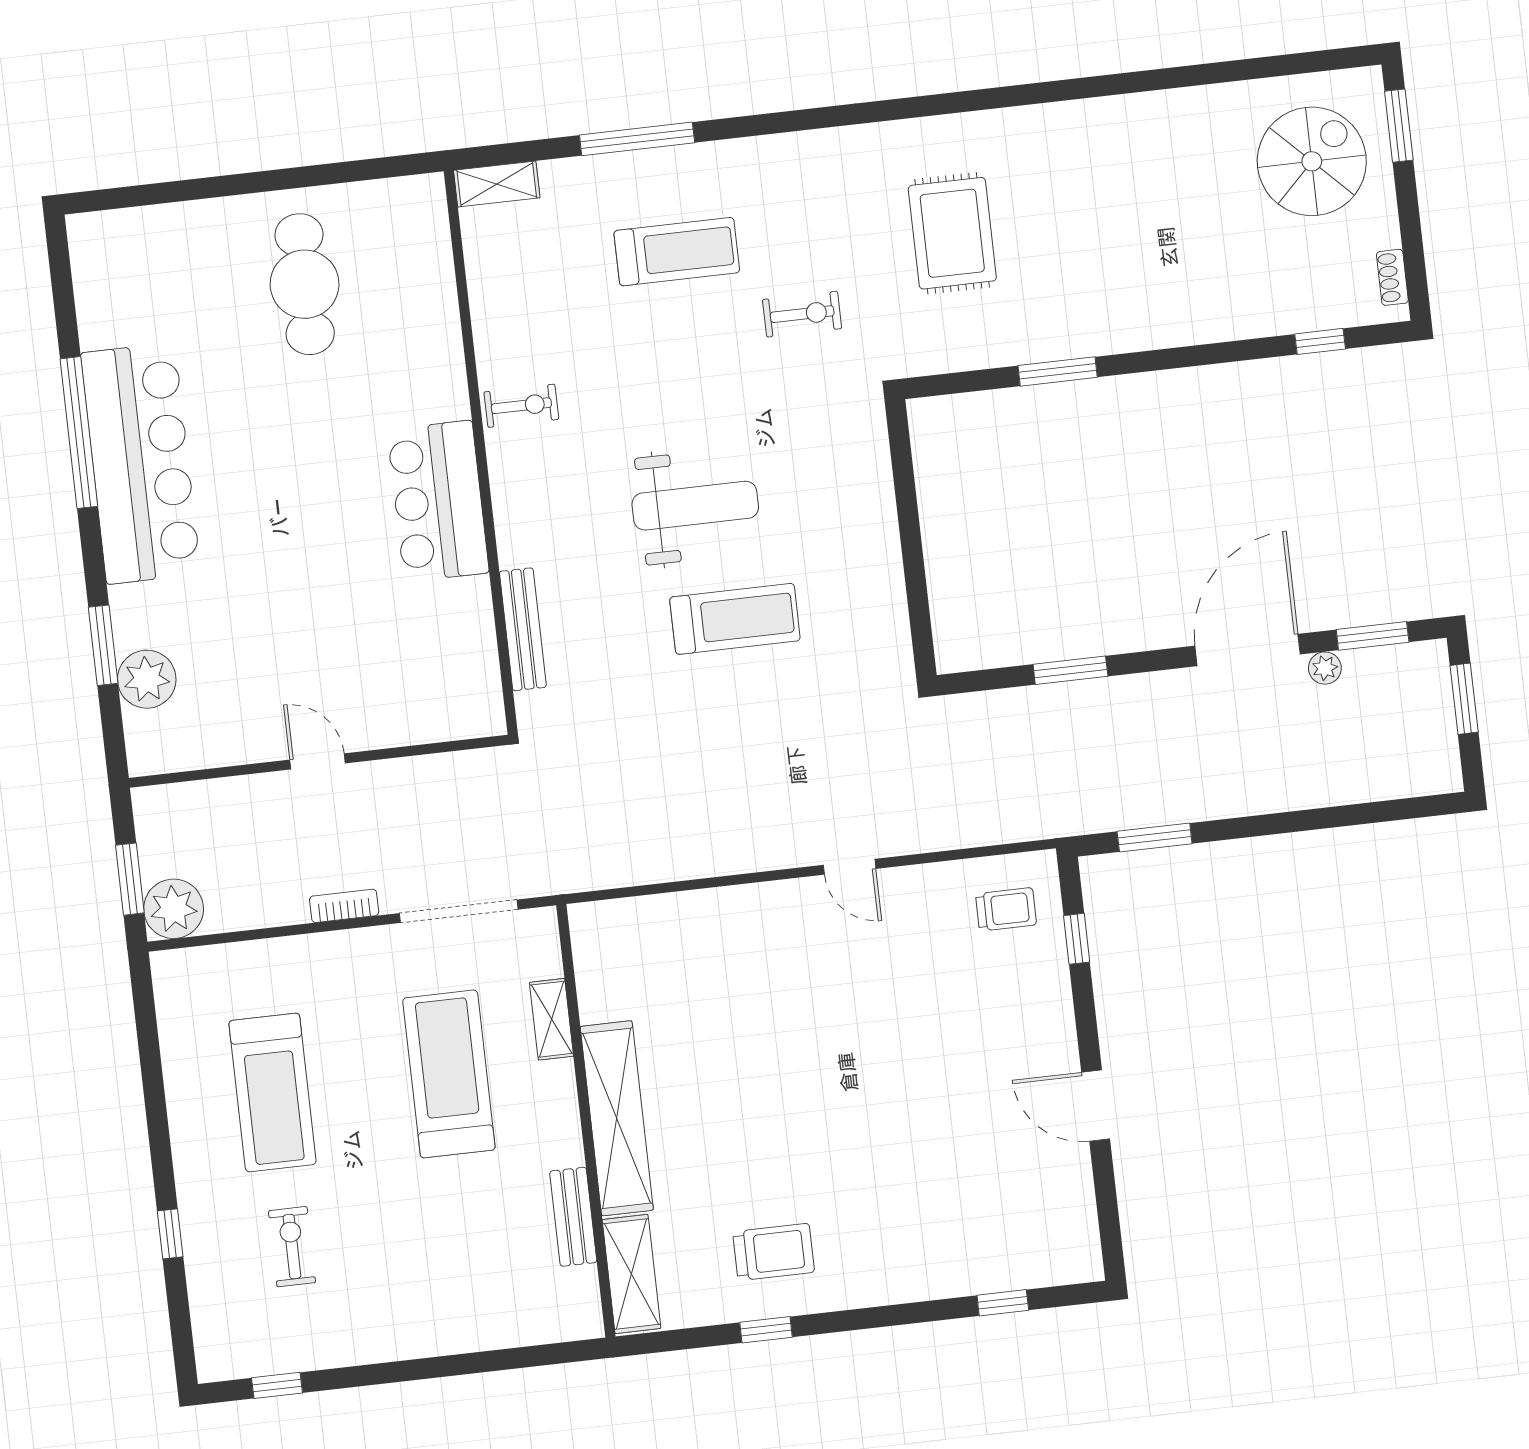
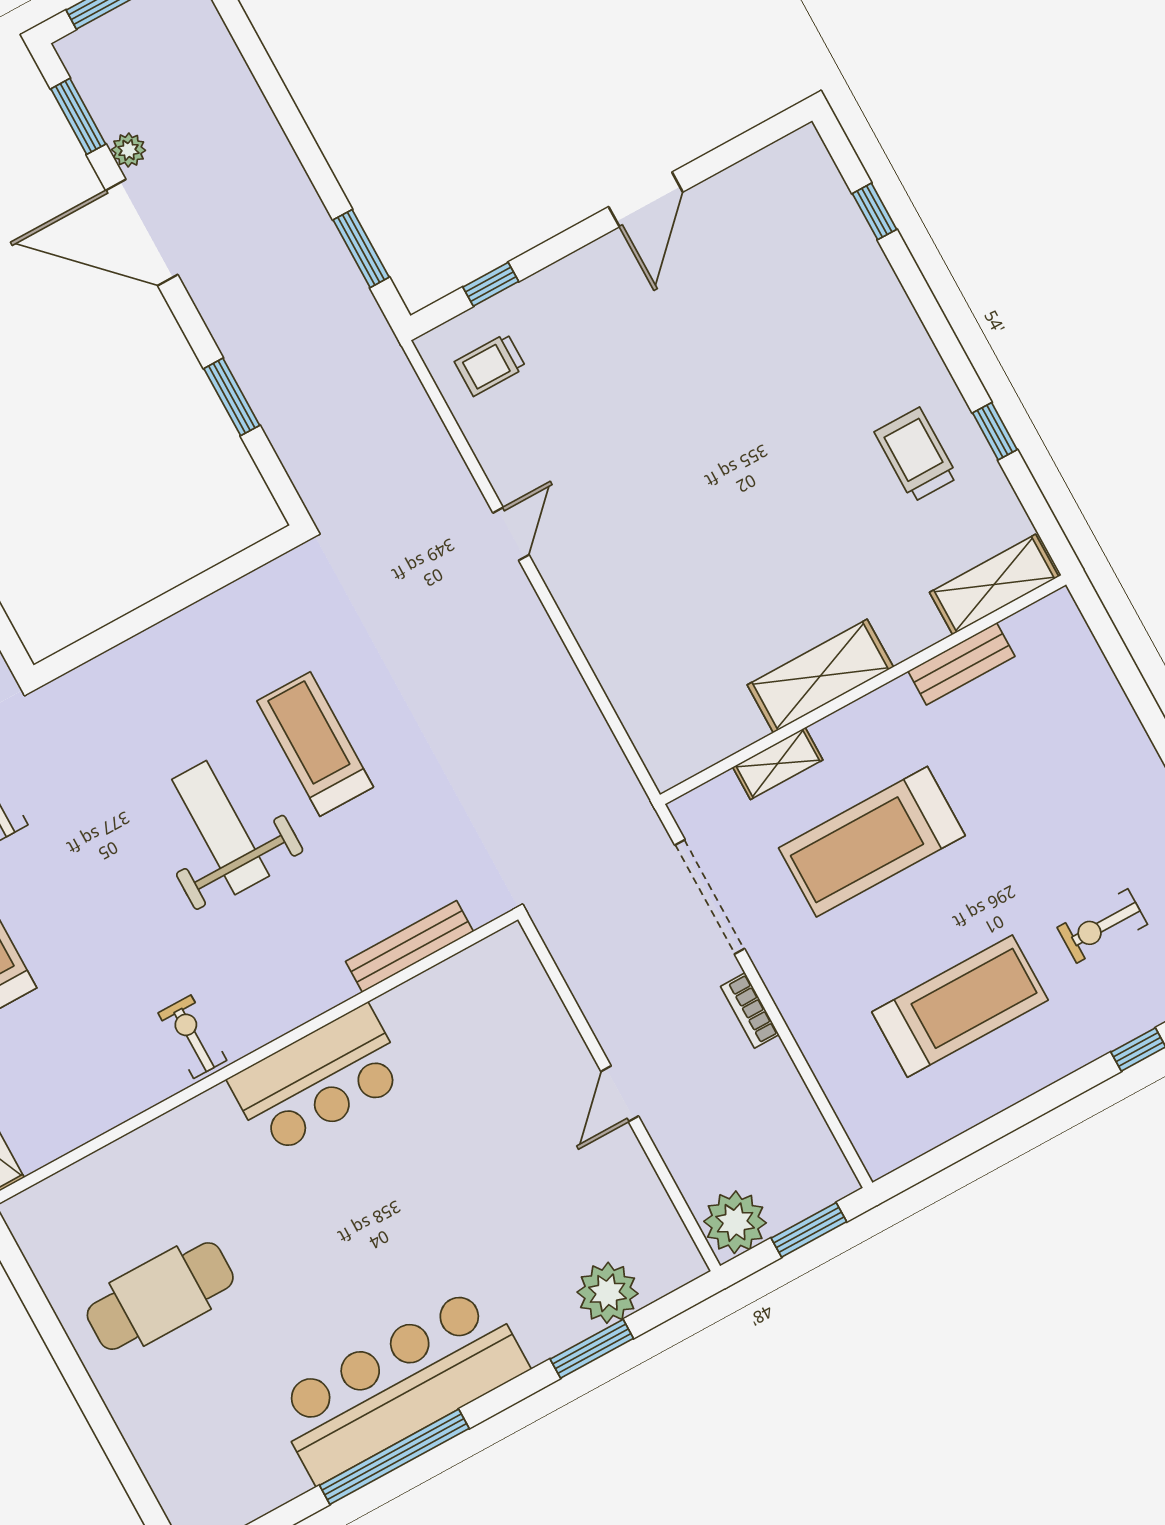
plant: (174, 909) -> (735, 1222), moved
trolley: (1006, 909) -> (490, 365), turned -90
shelving: (617, 1118) -> (820, 676), width x0.68

